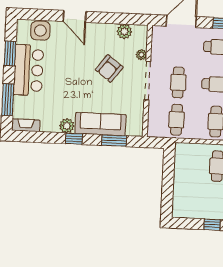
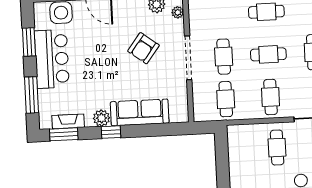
plant: (141, 55) -> (178, 12), moved
fireplace: (26, 125) -> (68, 121), moved
window: (114, 141) -> (64, 134), moved

